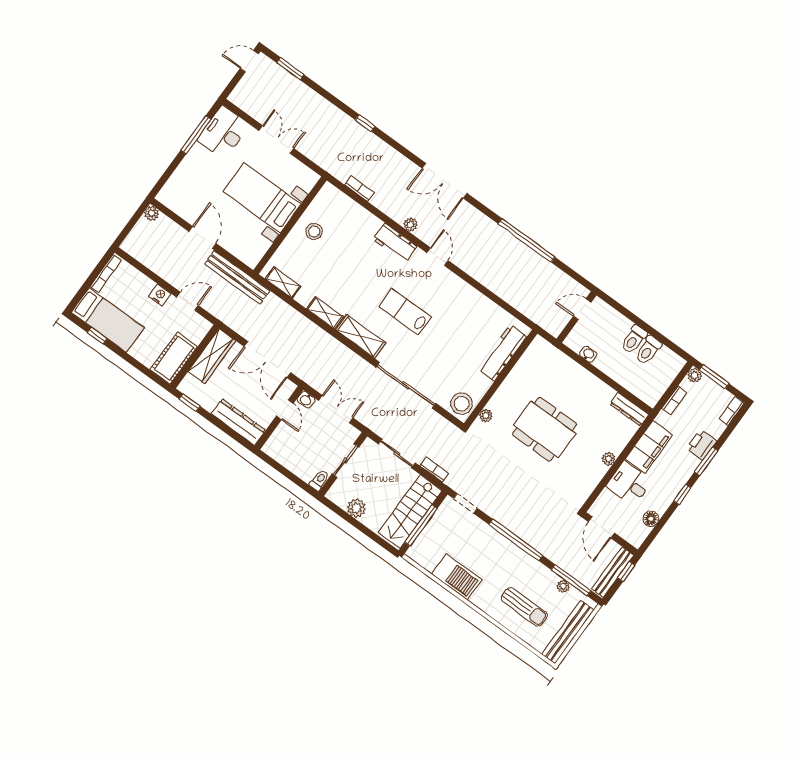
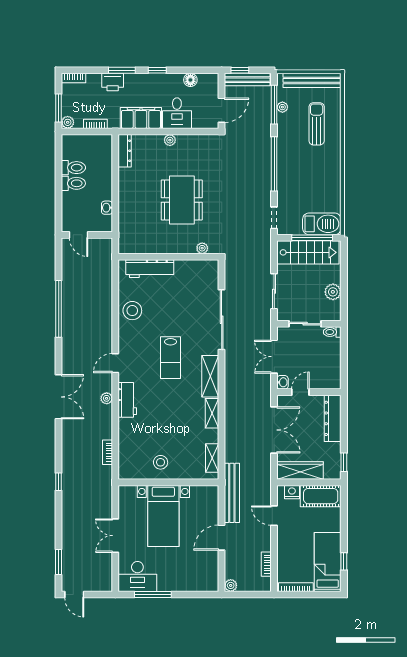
nightstand: (160, 295) -> (292, 492), moved, turned 90
stool: (462, 404) -> (132, 311), moved
bookcase: (434, 470) -> (266, 564), moved
barbecue: (457, 577) -> (322, 224), moved, turned 90

